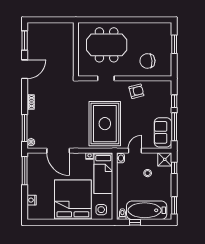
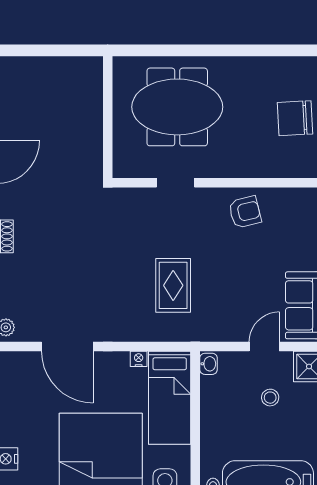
chair: (147, 61) -> (295, 118), moved
rug: (105, 124) -> (173, 285), width x0.54, depth x0.49
door: (135, 151) -> (264, 347), moved

